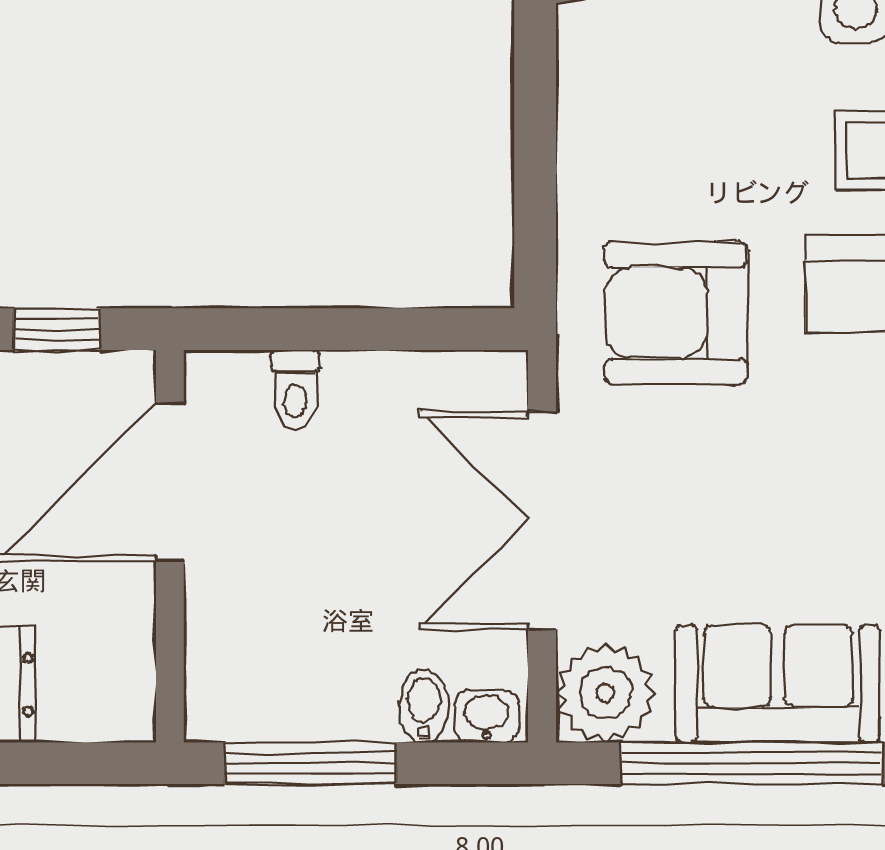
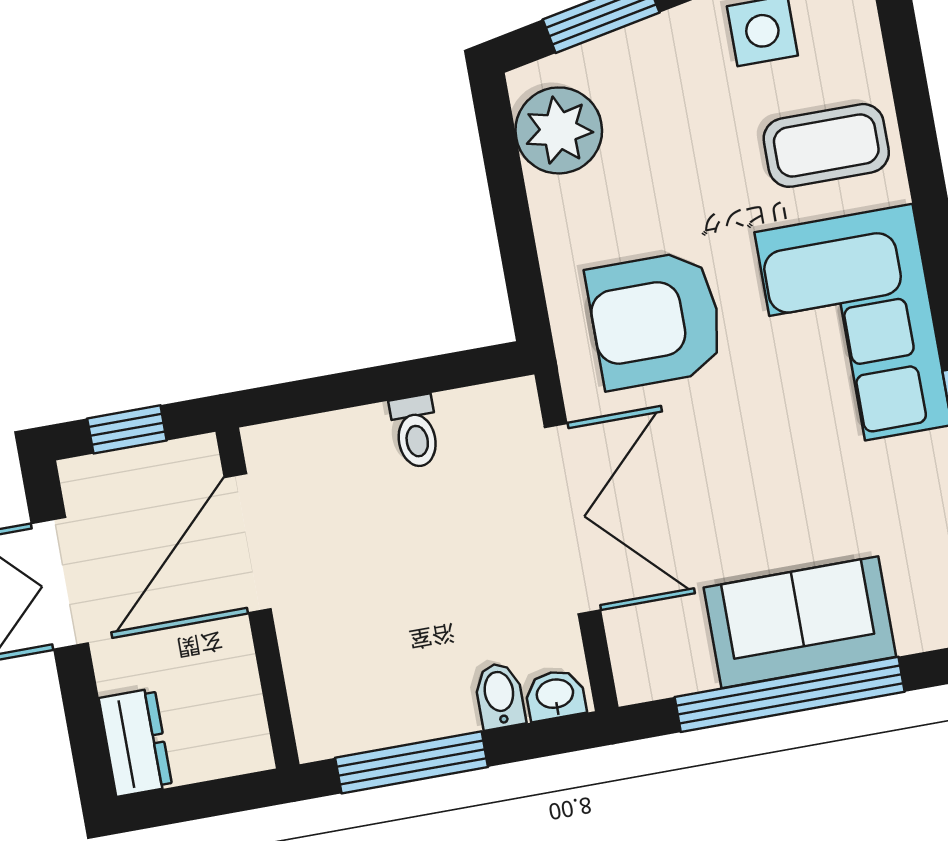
toilet: (295, 390) -> (415, 431), moved
double door: (542, 521) -> (573, 519), swing flipped
plant: (605, 693) -> (559, 130), moved

